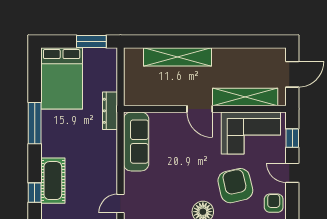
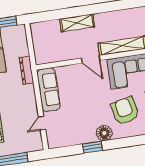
shelving: (177, 57) -> (77, 23), width x0.68
door: (120, 204) -> (42, 123), moved

